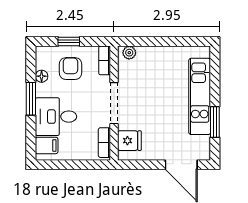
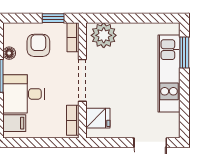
window: (69, 42) -> (53, 18), moved
plant: (129, 53) -> (104, 35), width x1.87, depth x1.87
window: (215, 122) -> (184, 52), moved

